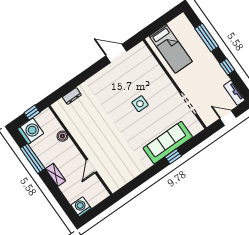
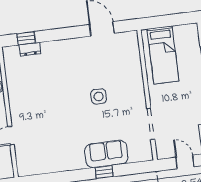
window: (65, 90) -> (26, 38), added
sofa: (168, 143) -> (106, 154), width x0.73

